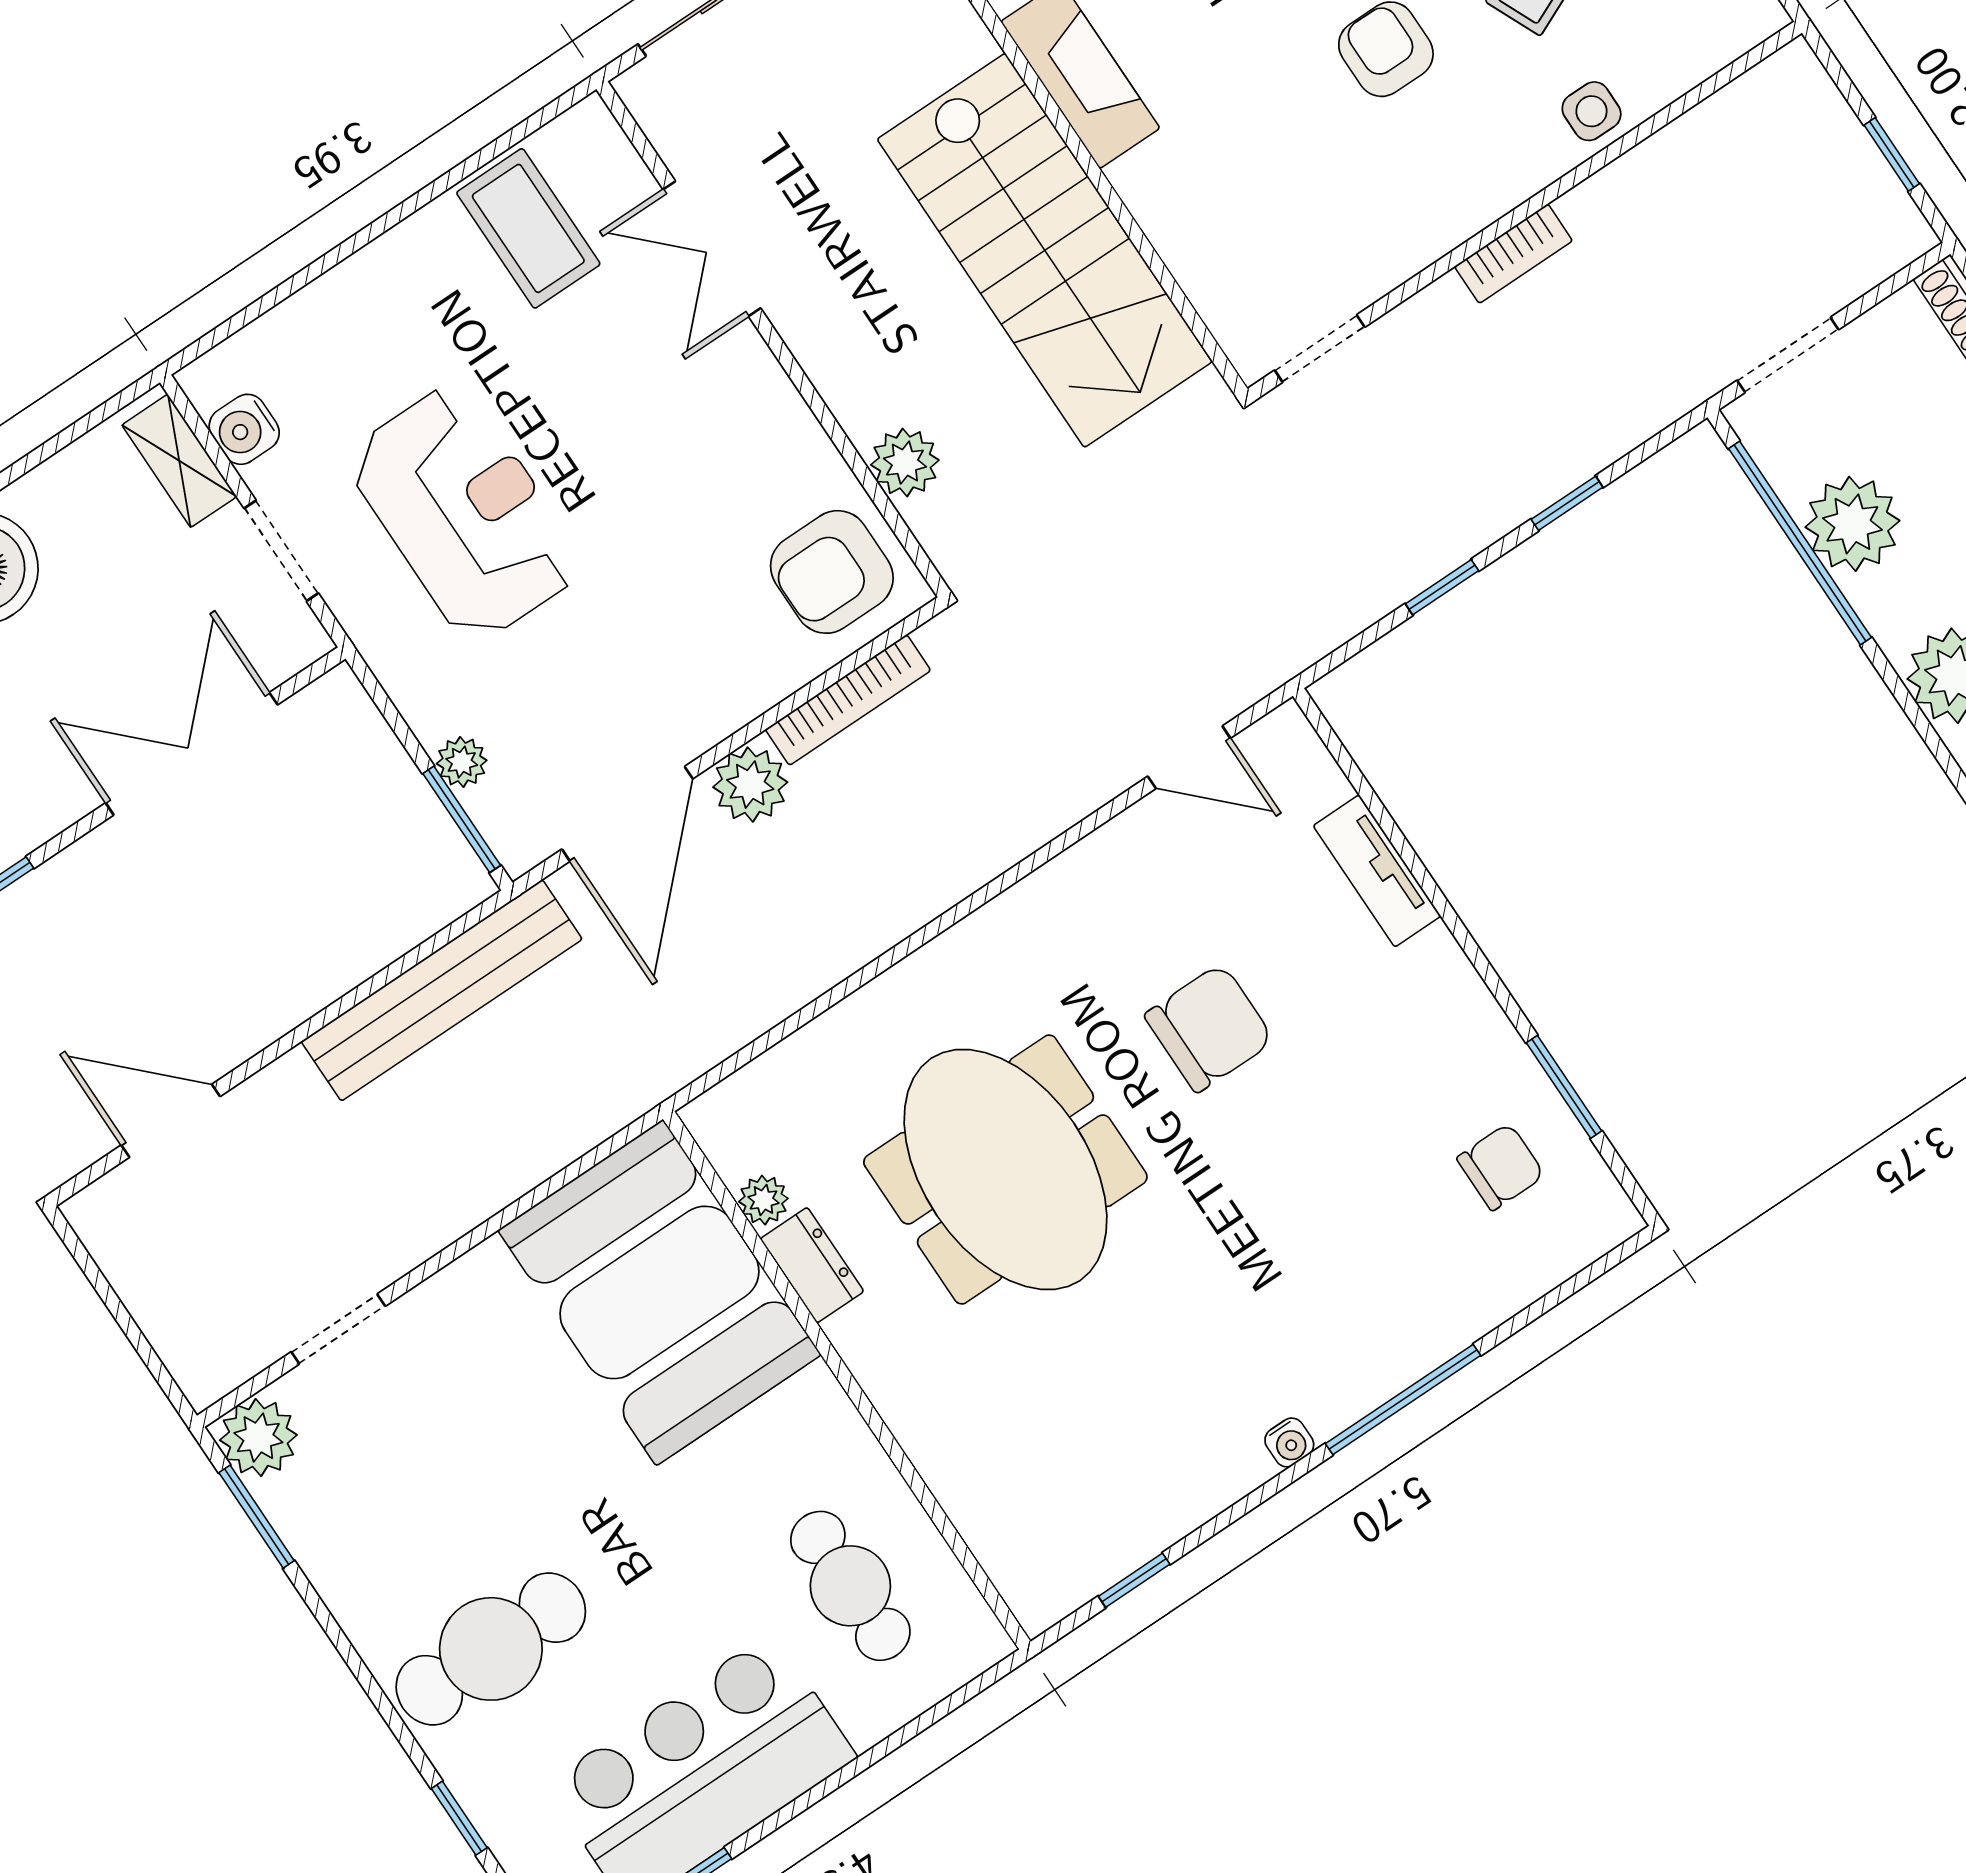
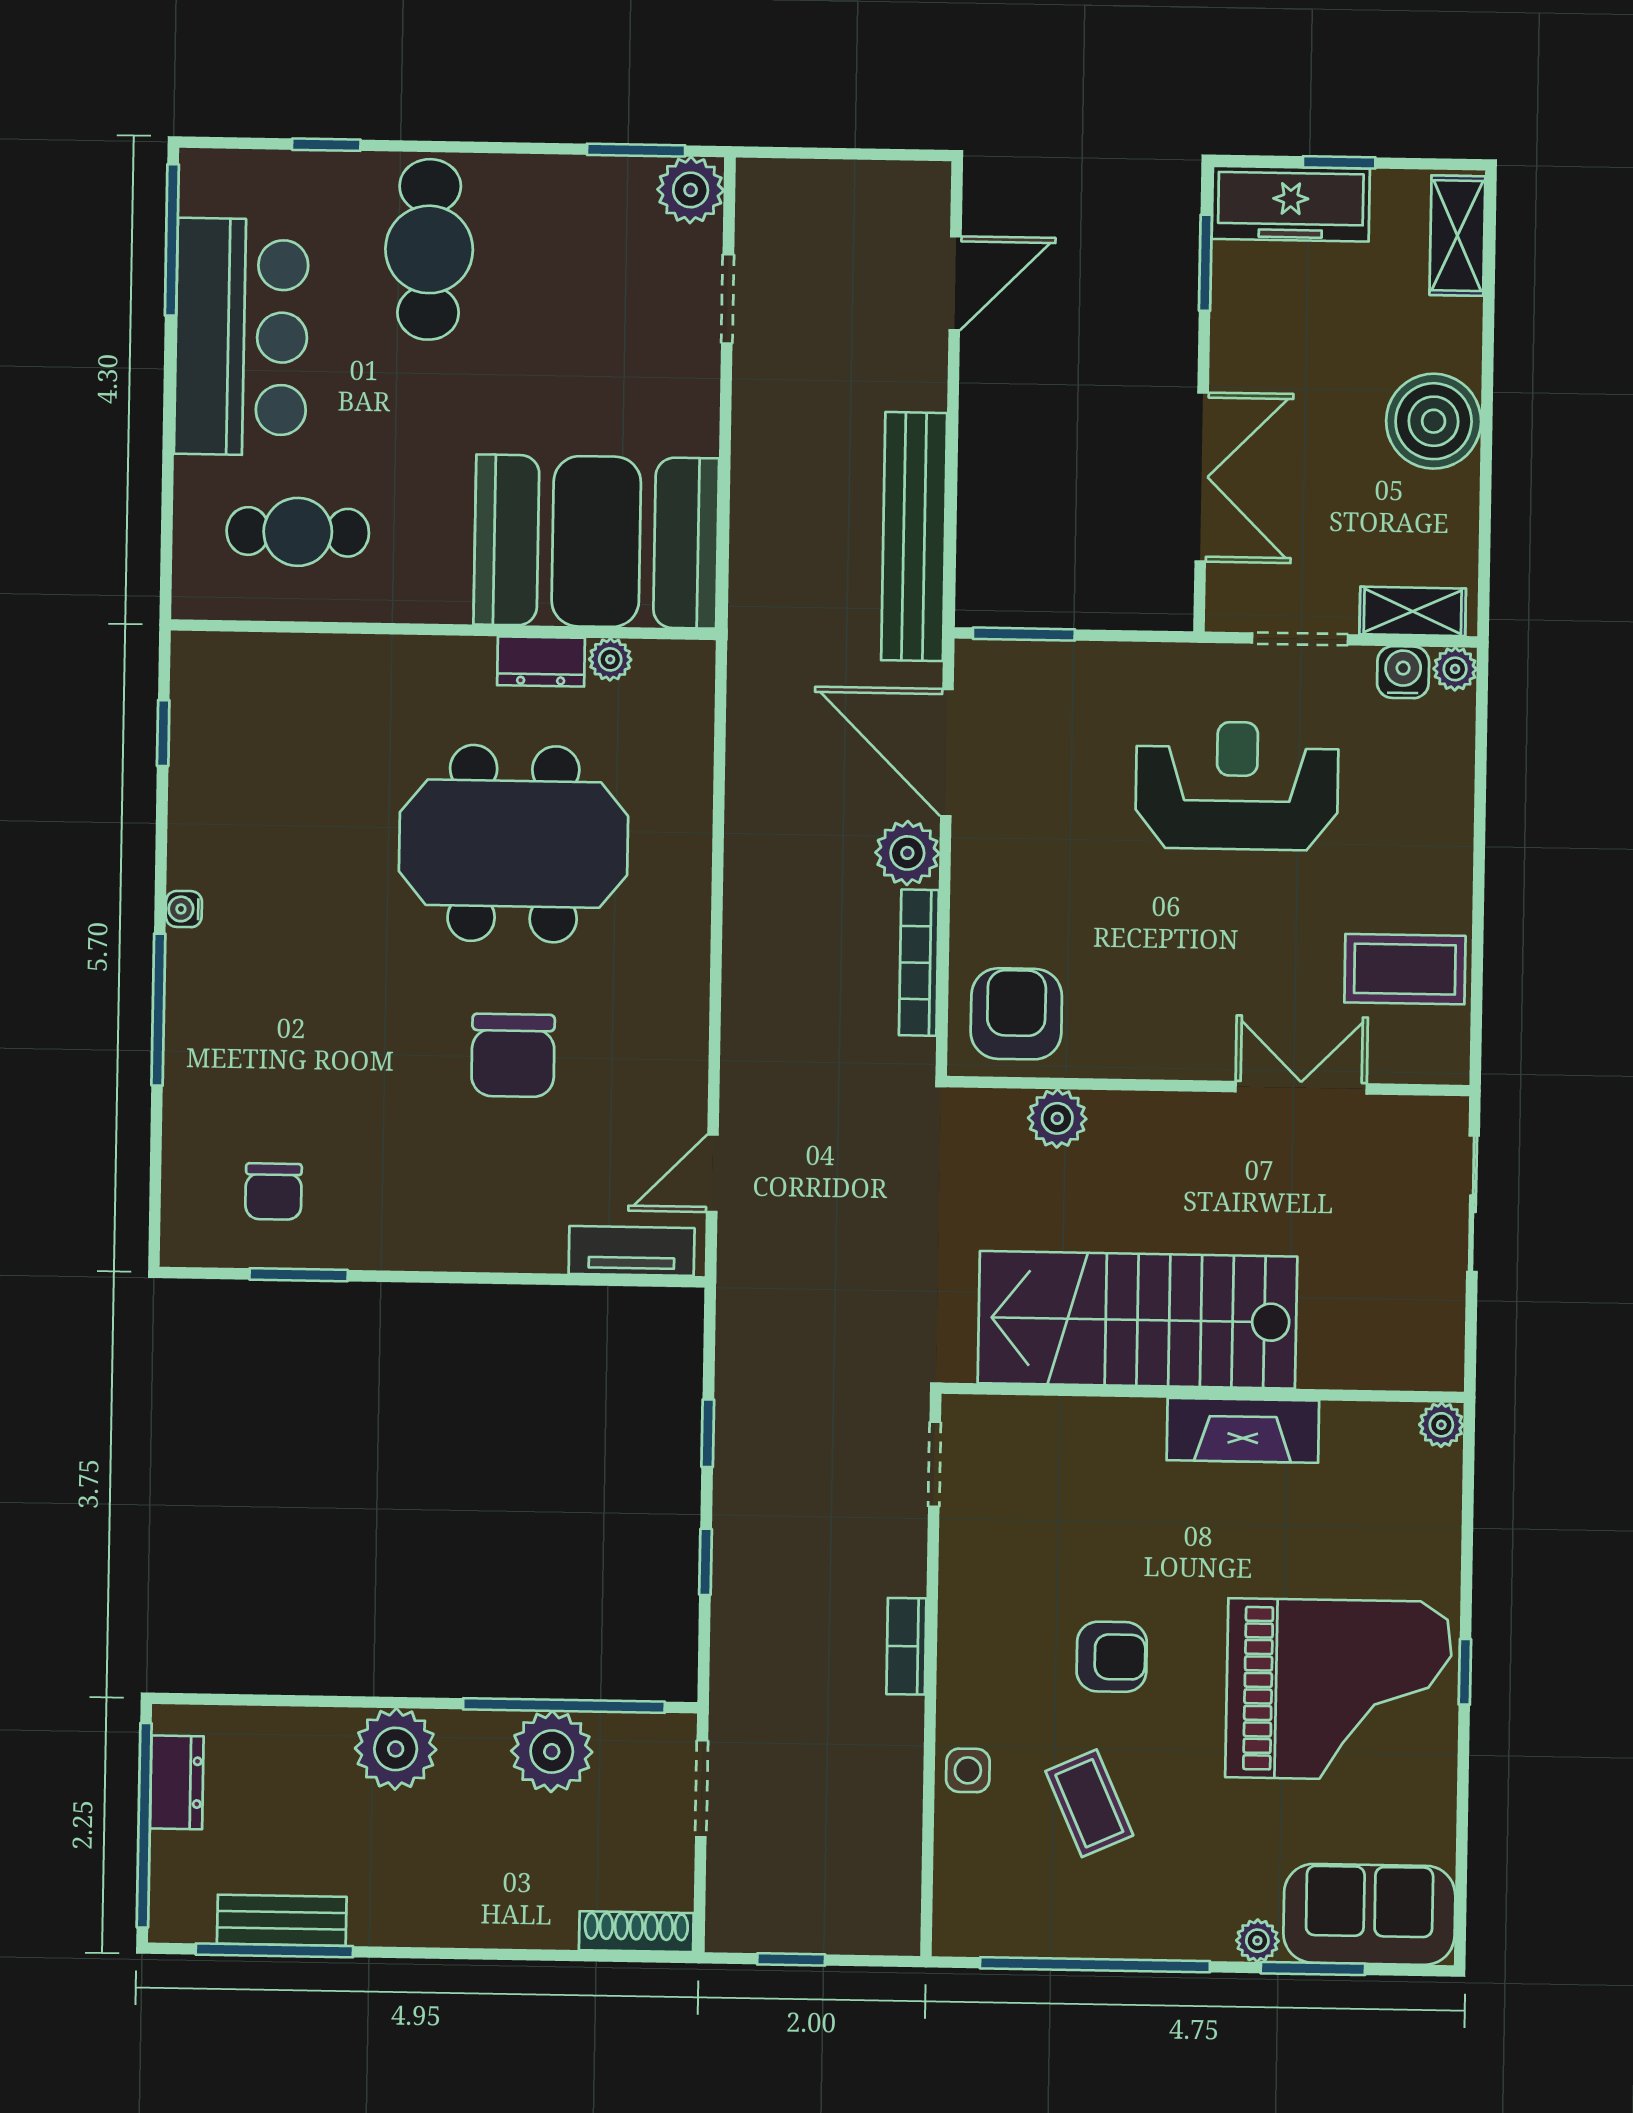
reception desk: (465, 513) -> (1237, 786), turned 180
plant: (462, 762) -> (1455, 669), moved
tv unit: (1377, 871) -> (632, 1251), moved

